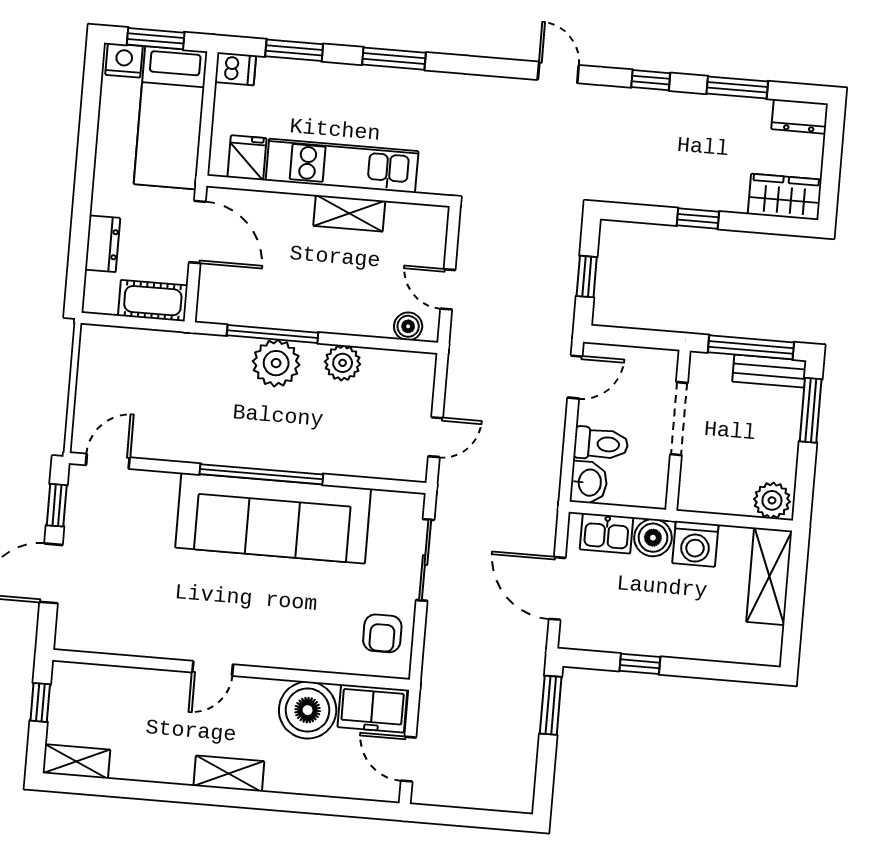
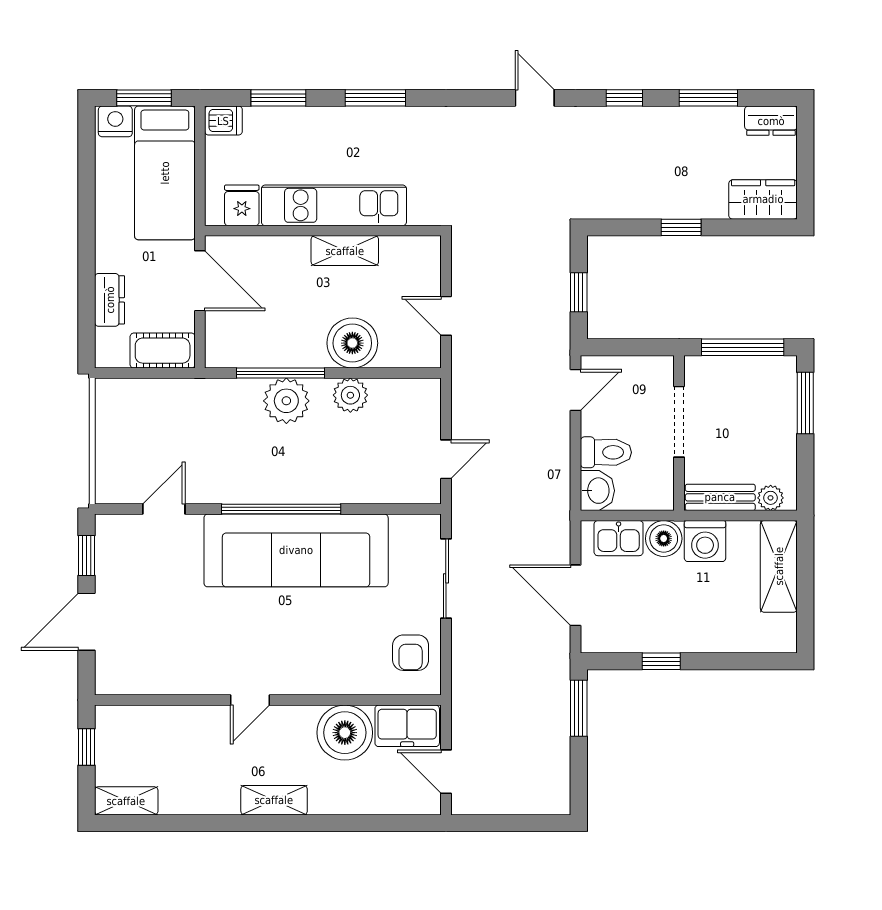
boiler: (408, 326) -> (352, 343), moved, width x1.86, depth x1.86
bench: (769, 371) -> (720, 497), moved
door: (108, 461) -> (164, 509), moved
plant: (772, 500) -> (771, 498), width x0.73, depth x0.73

